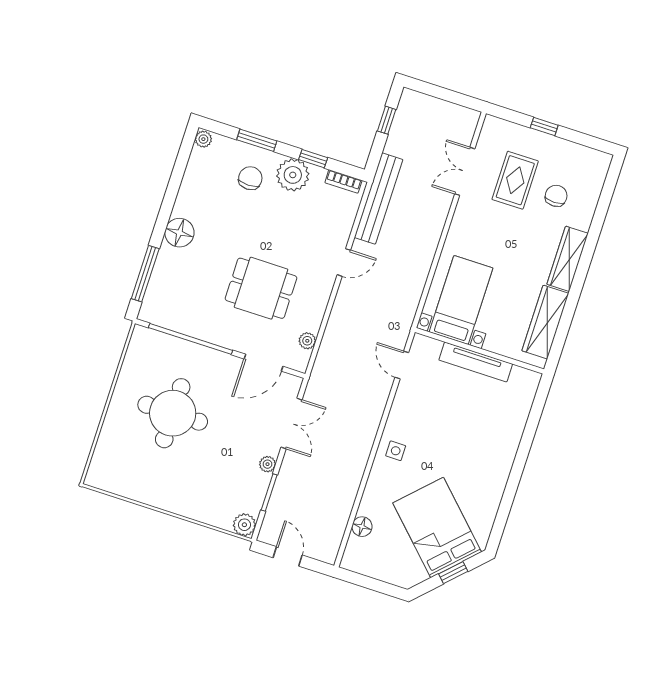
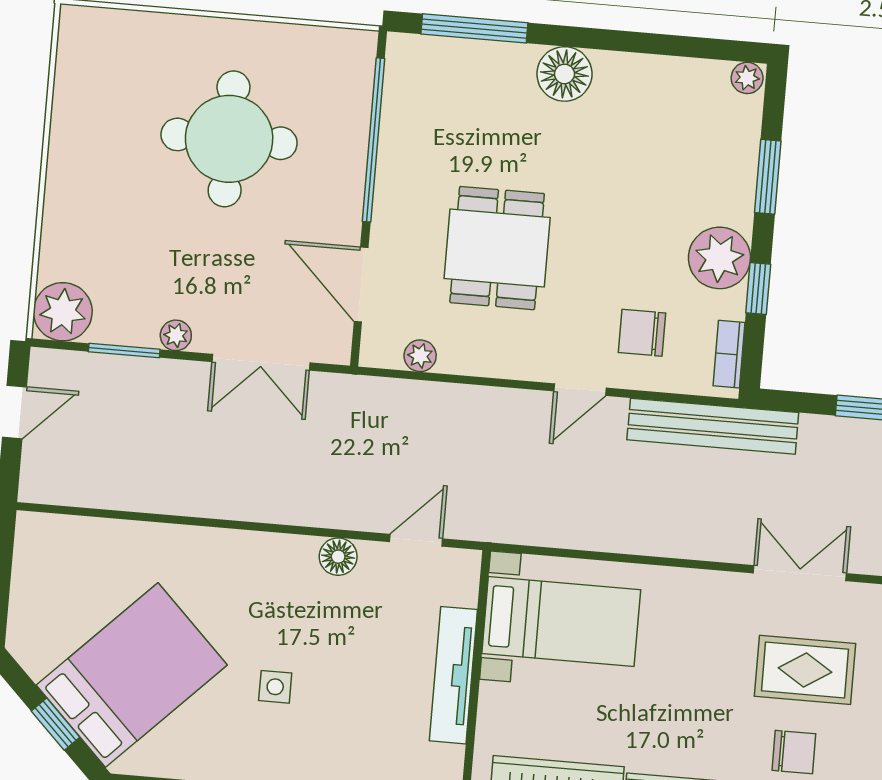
chair: (250, 178) -> (642, 333), moved, turned 180
door: (344, 262) -> (580, 390), hinge flipped
side table: (396, 451) -> (275, 687), moved
plant: (244, 525) -> (63, 312), width x1.36, depth x1.36
floor lamp: (362, 527) -> (338, 557), moved

